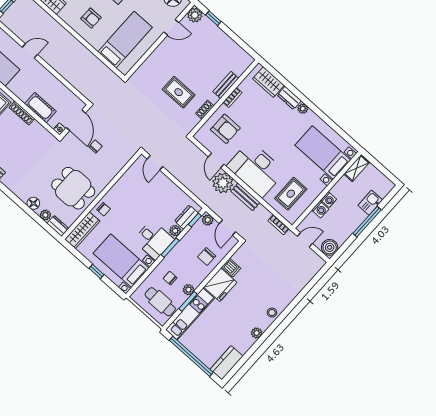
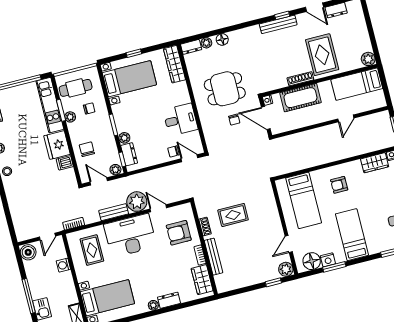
wardrobe: (268, 82) -> (202, 280), moved, turned -90
bench: (226, 85) -> (213, 257), width x1.36
cot: (40, 108) -> (300, 98), width x1.37, depth x1.34
dining table: (73, 188) -> (225, 89), moved
washing machine: (329, 200) -> (67, 277), removed
chair: (104, 209) -> (174, 151), moved
desk: (154, 240) -> (180, 120), moved, turned 180

